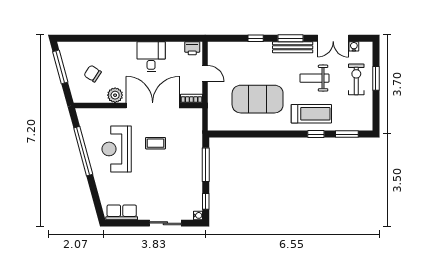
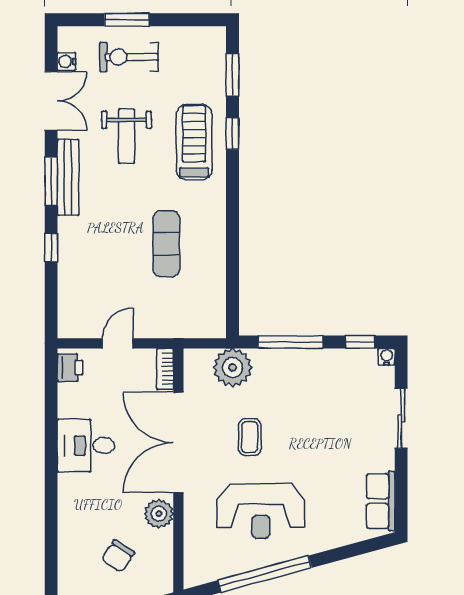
exercise mat: (258, 99) -> (166, 244), width x0.50, depth x0.69
plant: (192, 134) -> (233, 368), added

